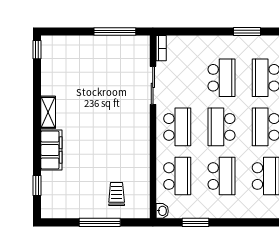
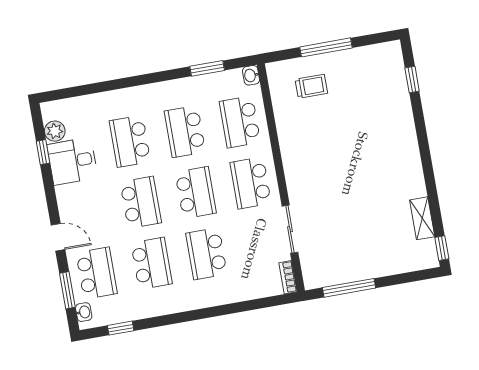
window: (247, 31) -> (185, 317), removed
shelving: (48, 112) -> (422, 218), moved
filing cabinet: (51, 150) -> (402, 127), removed
trolley: (117, 194) -> (311, 86), turned -90

